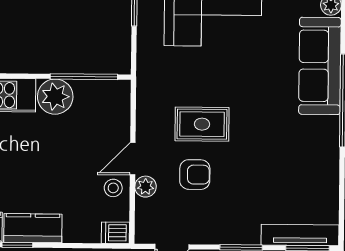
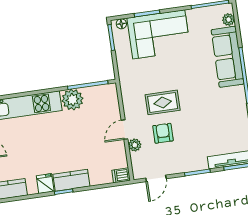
armchair: (195, 175) -> (163, 133), turned -90
stool: (113, 188) -> (116, 149), removed

